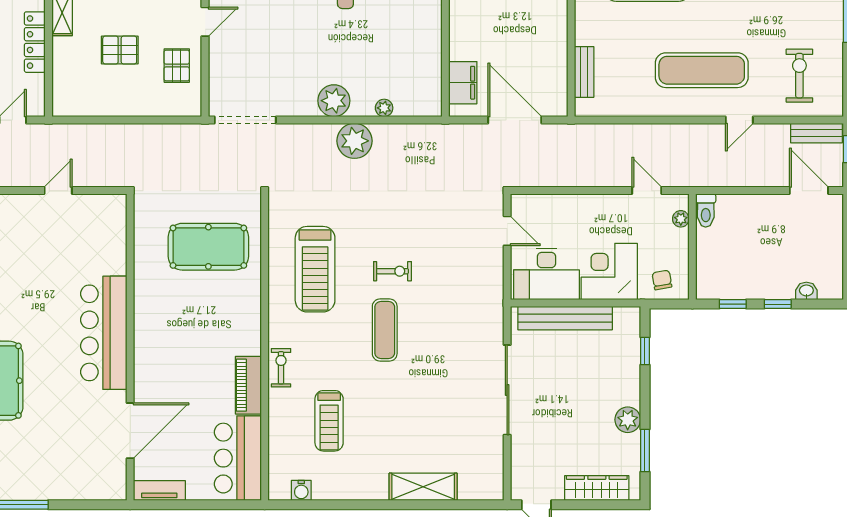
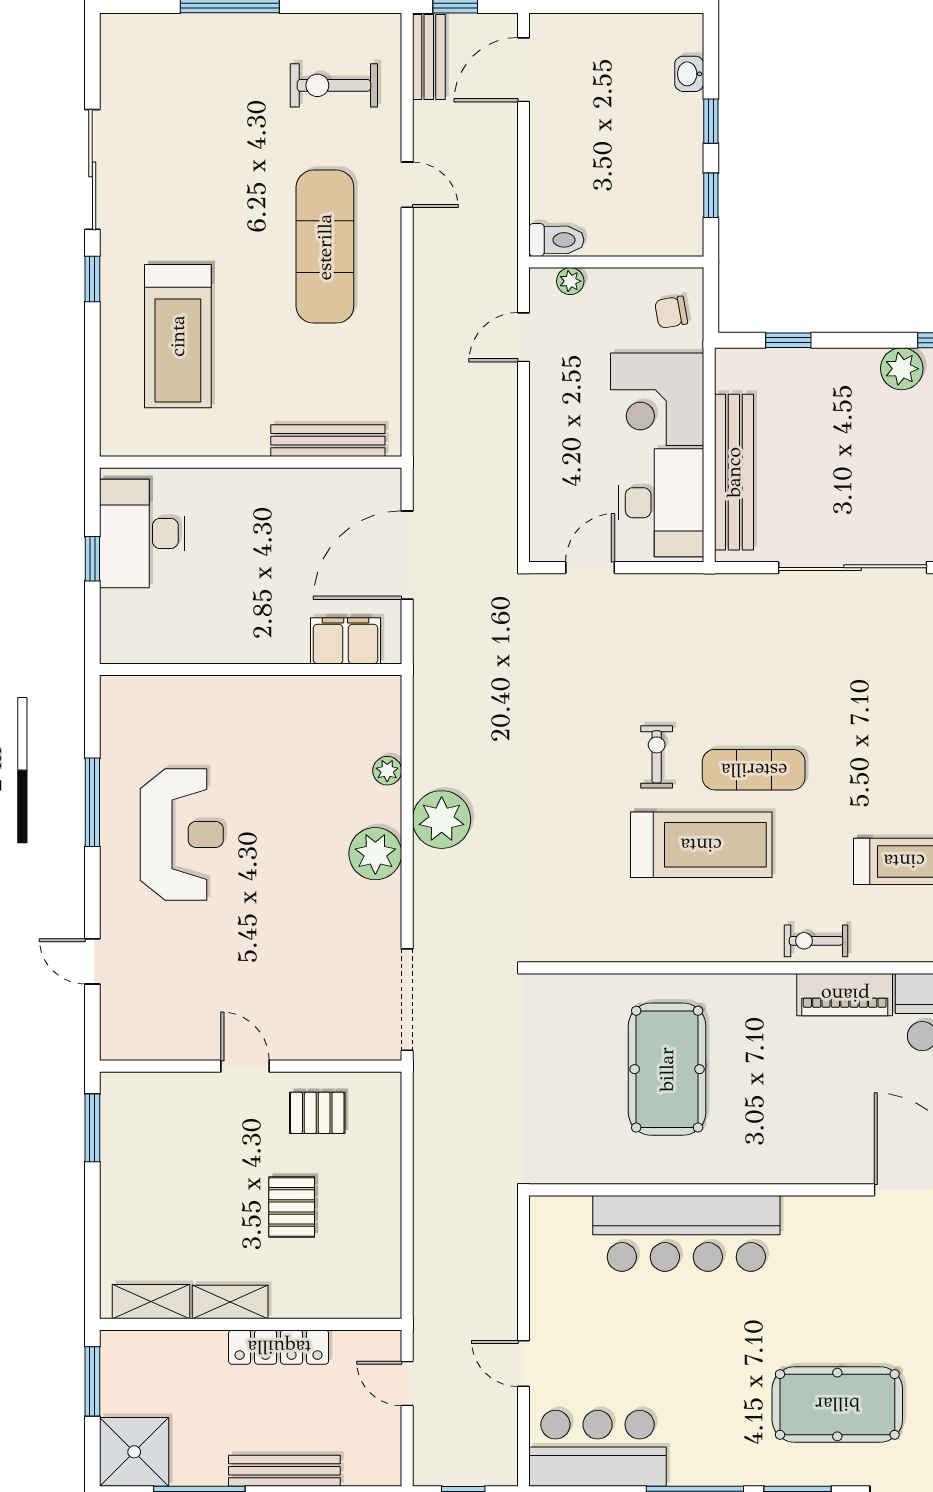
bench: (584, 72) -> (328, 441), width x1.36
door: (58, 191) -> (524, 1363), moved
pool table: (208, 247) -> (667, 1069), moved
treadmill: (315, 269) -> (701, 845), moved
bar counter: (104, 333) -> (686, 1233), moved

